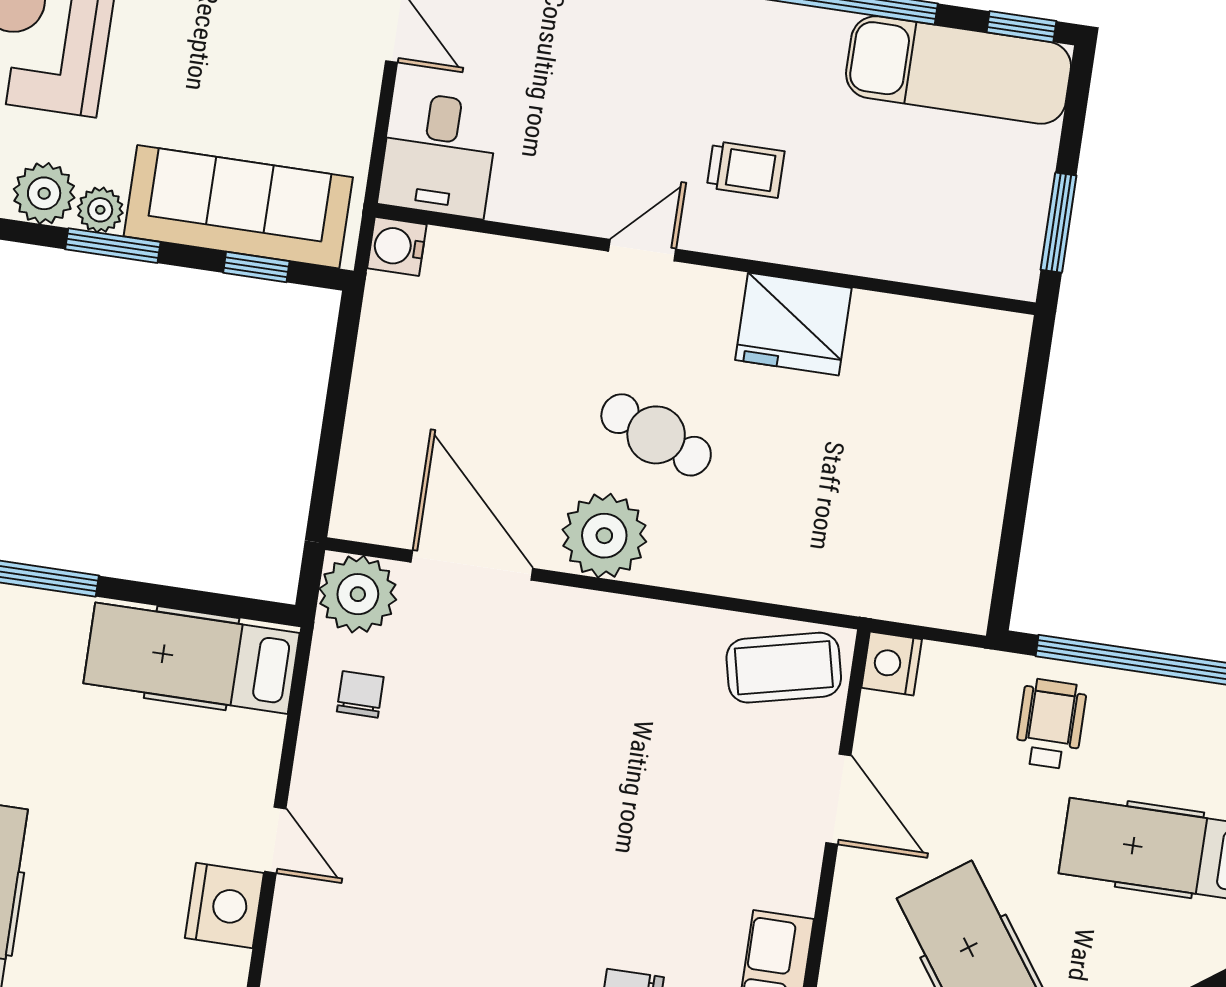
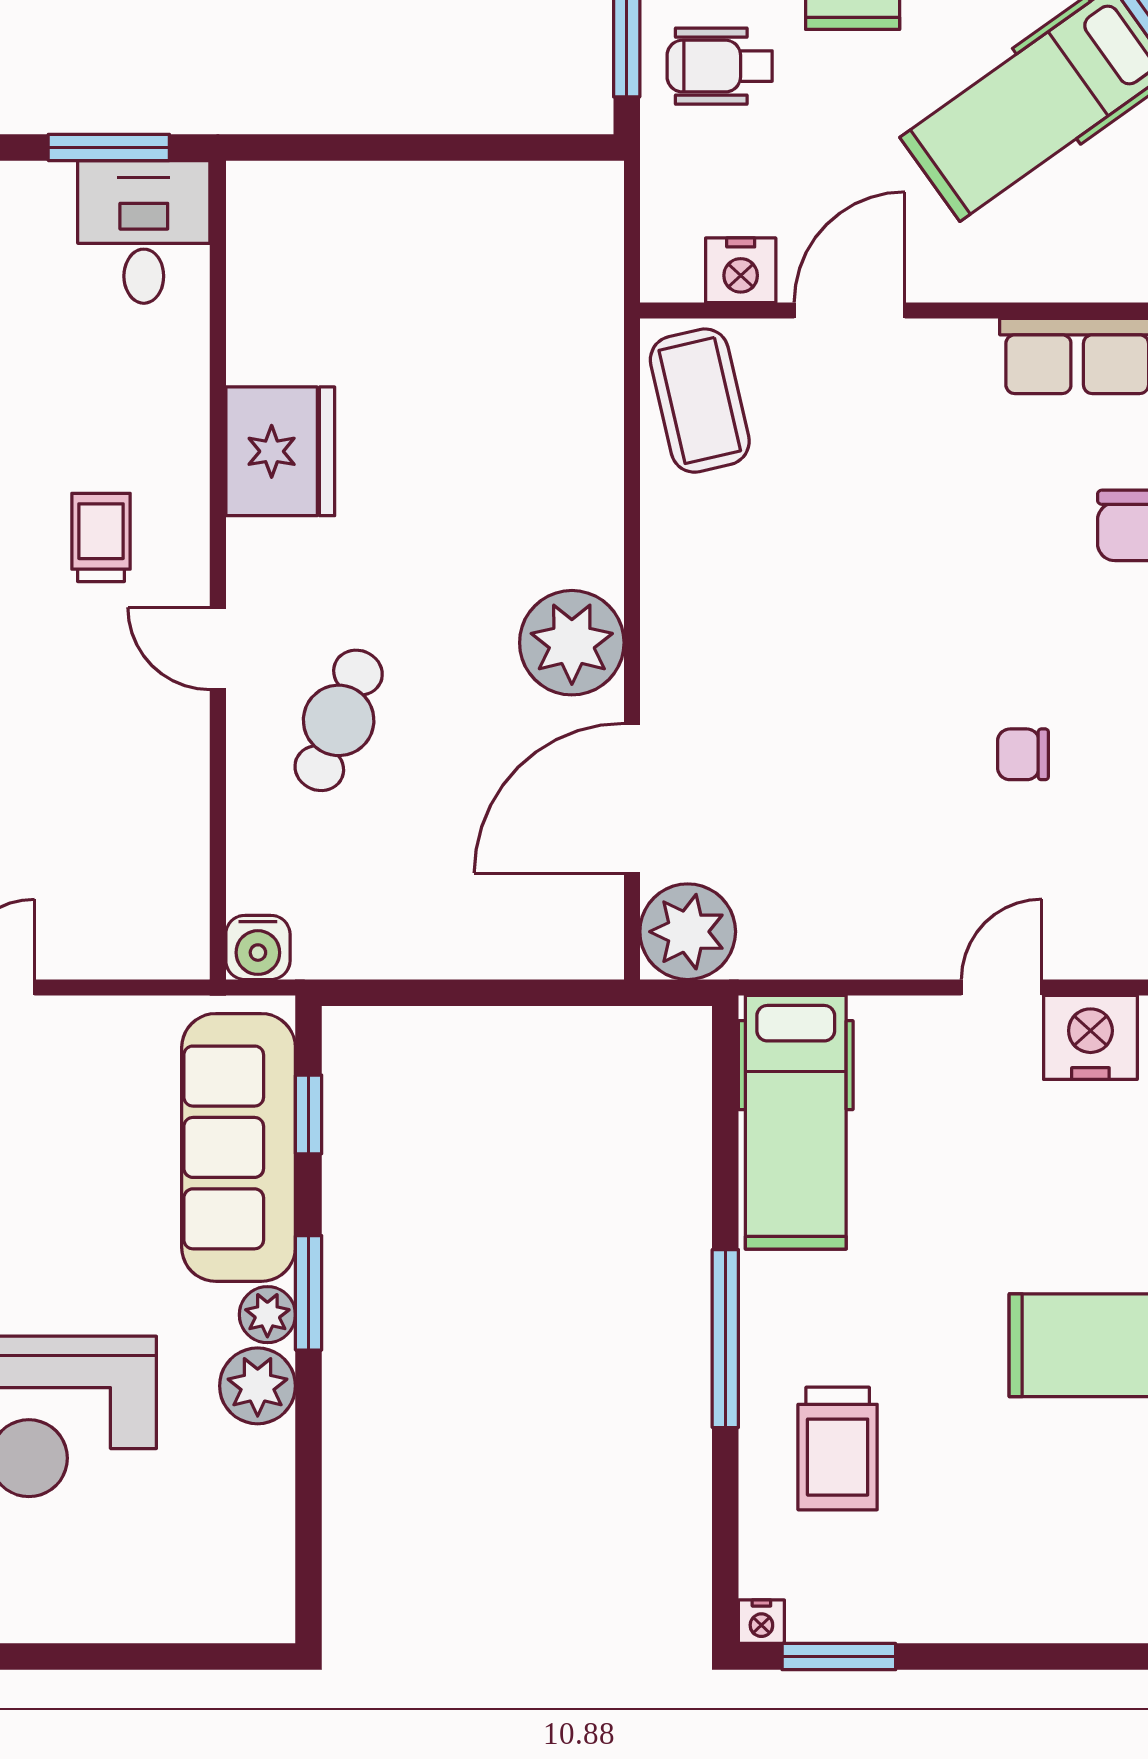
desk: (439, 154) -> (144, 232), moved, turned -90
cafe table: (656, 435) -> (339, 720), moved
nightstand: (892, 663) -> (741, 270), moved
chair: (360, 694) -> (1023, 754), moved

